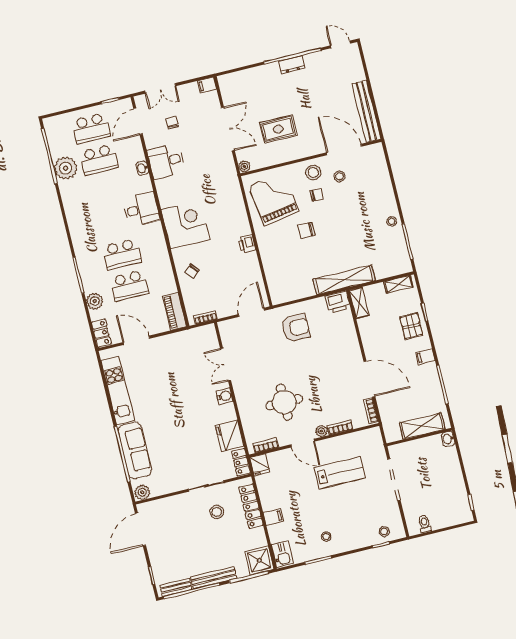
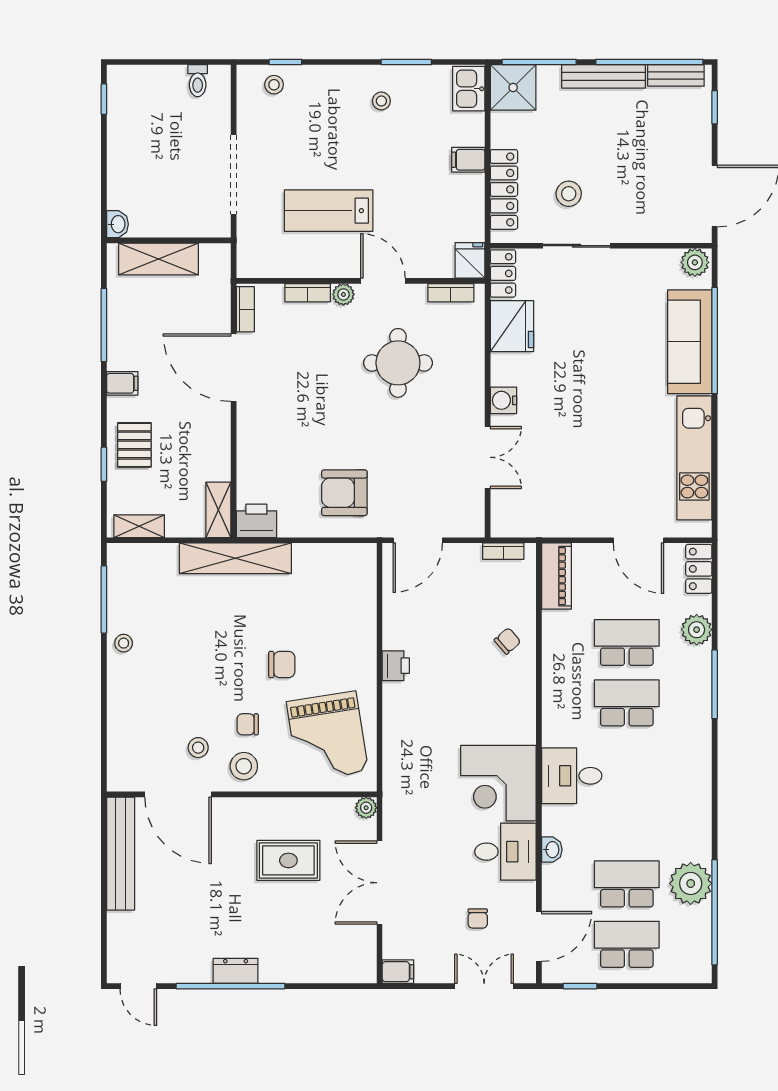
corner desk: (185, 225) -> (498, 783), moved

